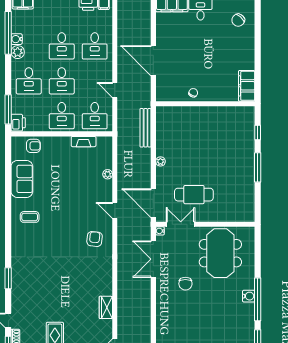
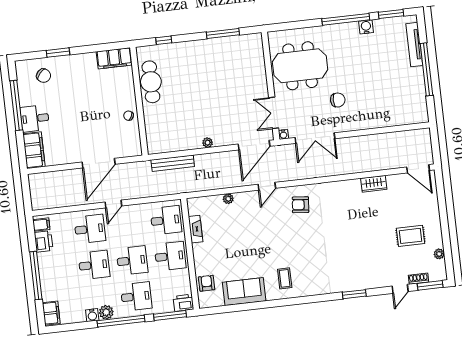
window: (8, 33) -> (121, 321), moved
window: (258, 36) -> (58, 53), added
door: (115, 90) -> (113, 204), moved
window: (258, 167) -> (223, 33), moved
cafe table: (194, 195) -> (151, 82), moved
water cooler: (249, 296) -> (366, 27), moved

